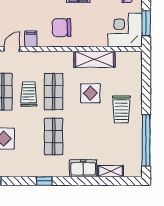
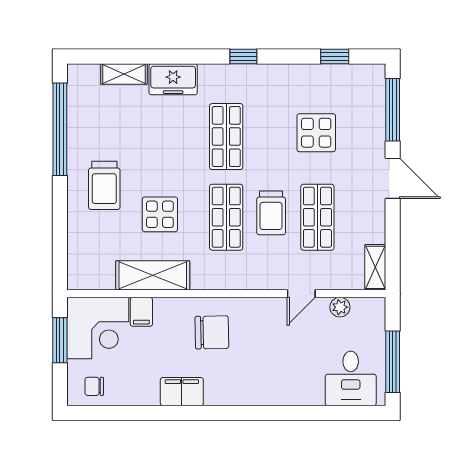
filing cabinet: (31, 39) -> (141, 312), moved
trolley: (121, 109) -> (104, 185), turned 180

